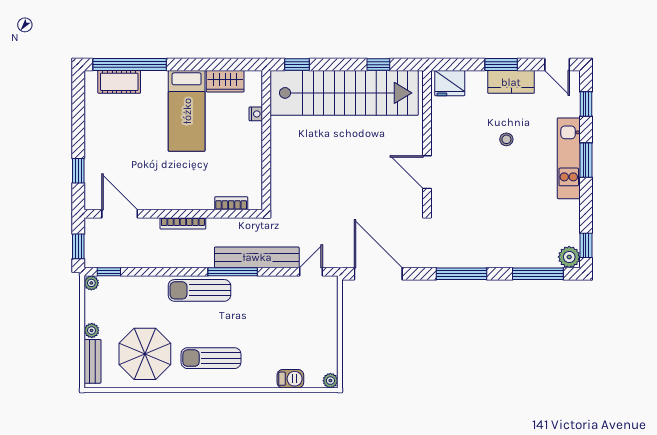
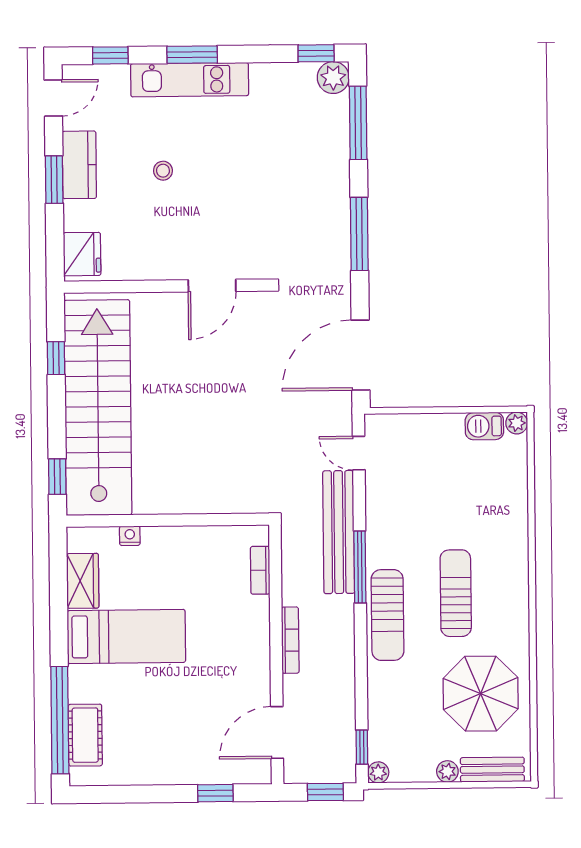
sun lounger: (211, 358) -> (456, 593), moved, turned 180
barbecue: (290, 379) -> (484, 426), moved, turned -90

